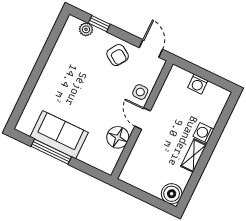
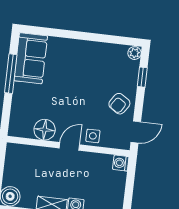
plant: (86, 29) -> (135, 53), moved
washing machine: (198, 84) -> (121, 163), moved
sofa: (59, 135) -> (31, 58), moved

